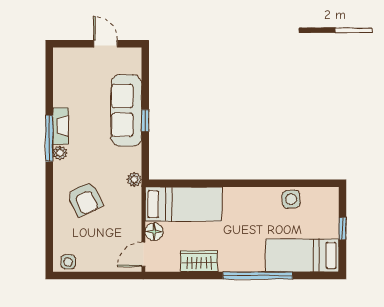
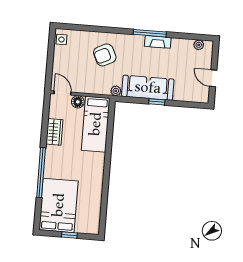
door: (106, 44) -> (213, 78), swing flipped
sofa: (126, 110) -> (148, 88), moved
plant: (60, 153) -> (199, 45), moved
side table: (291, 199) -> (93, 200), removed
bed: (302, 255) -> (59, 205), width x1.50

